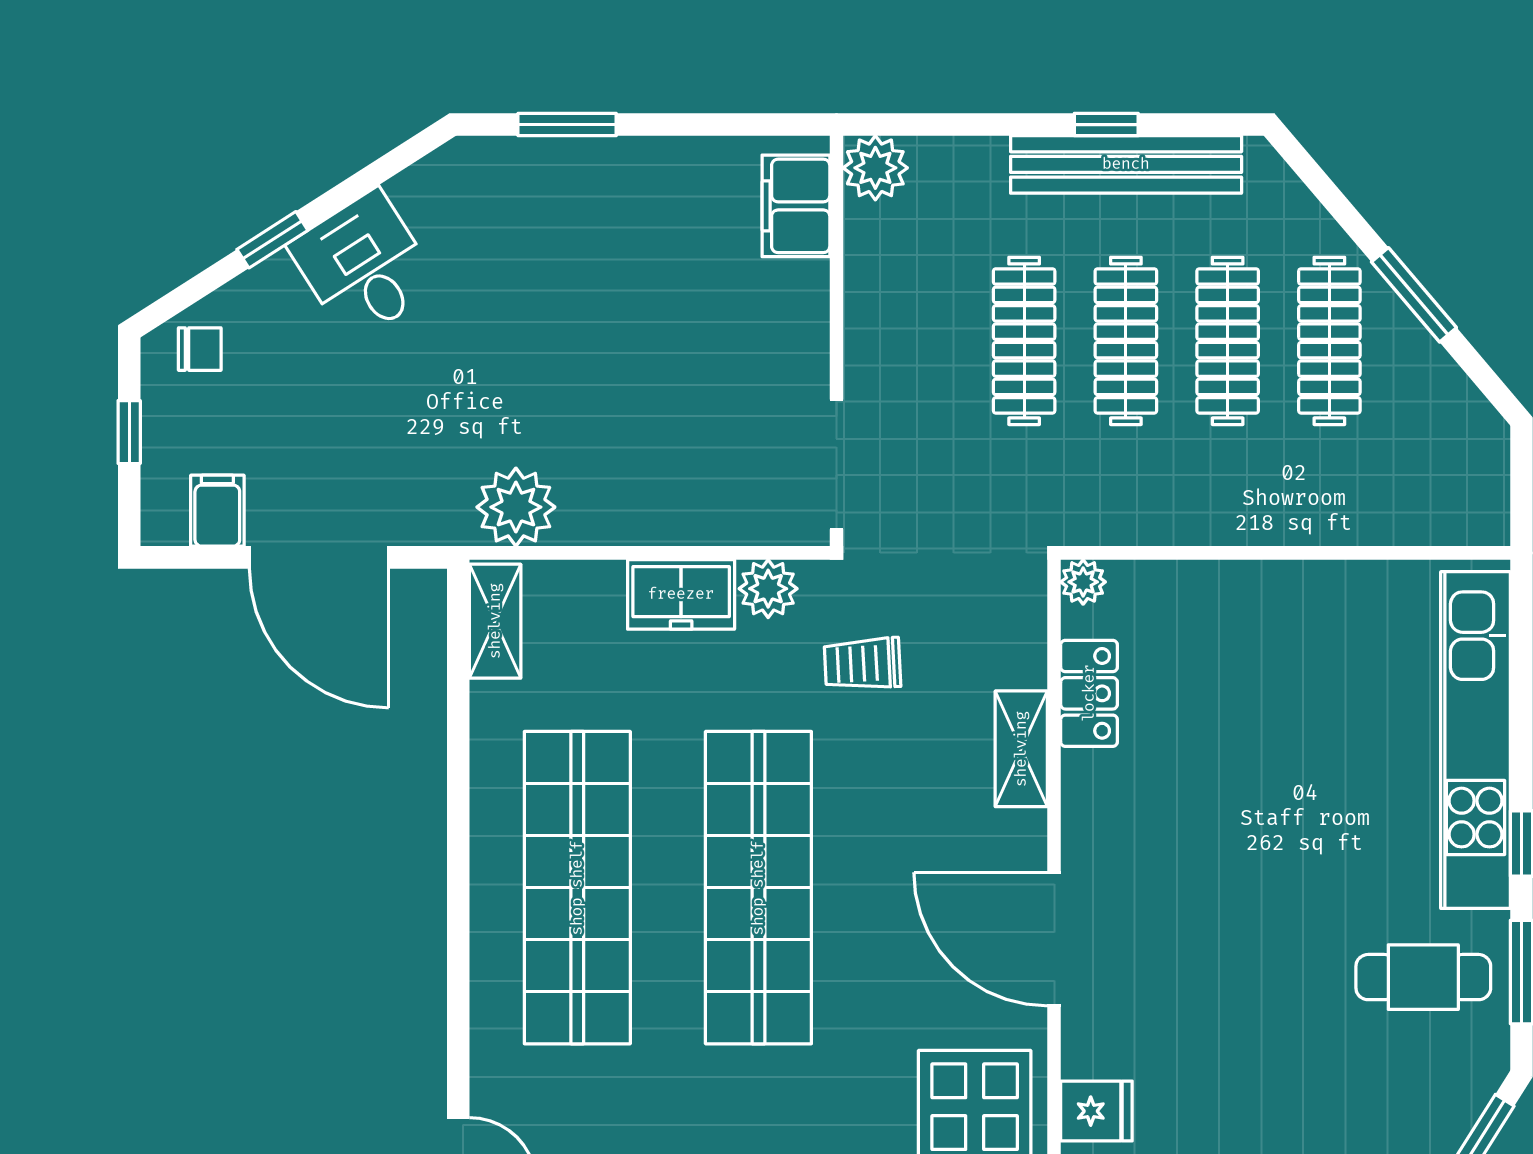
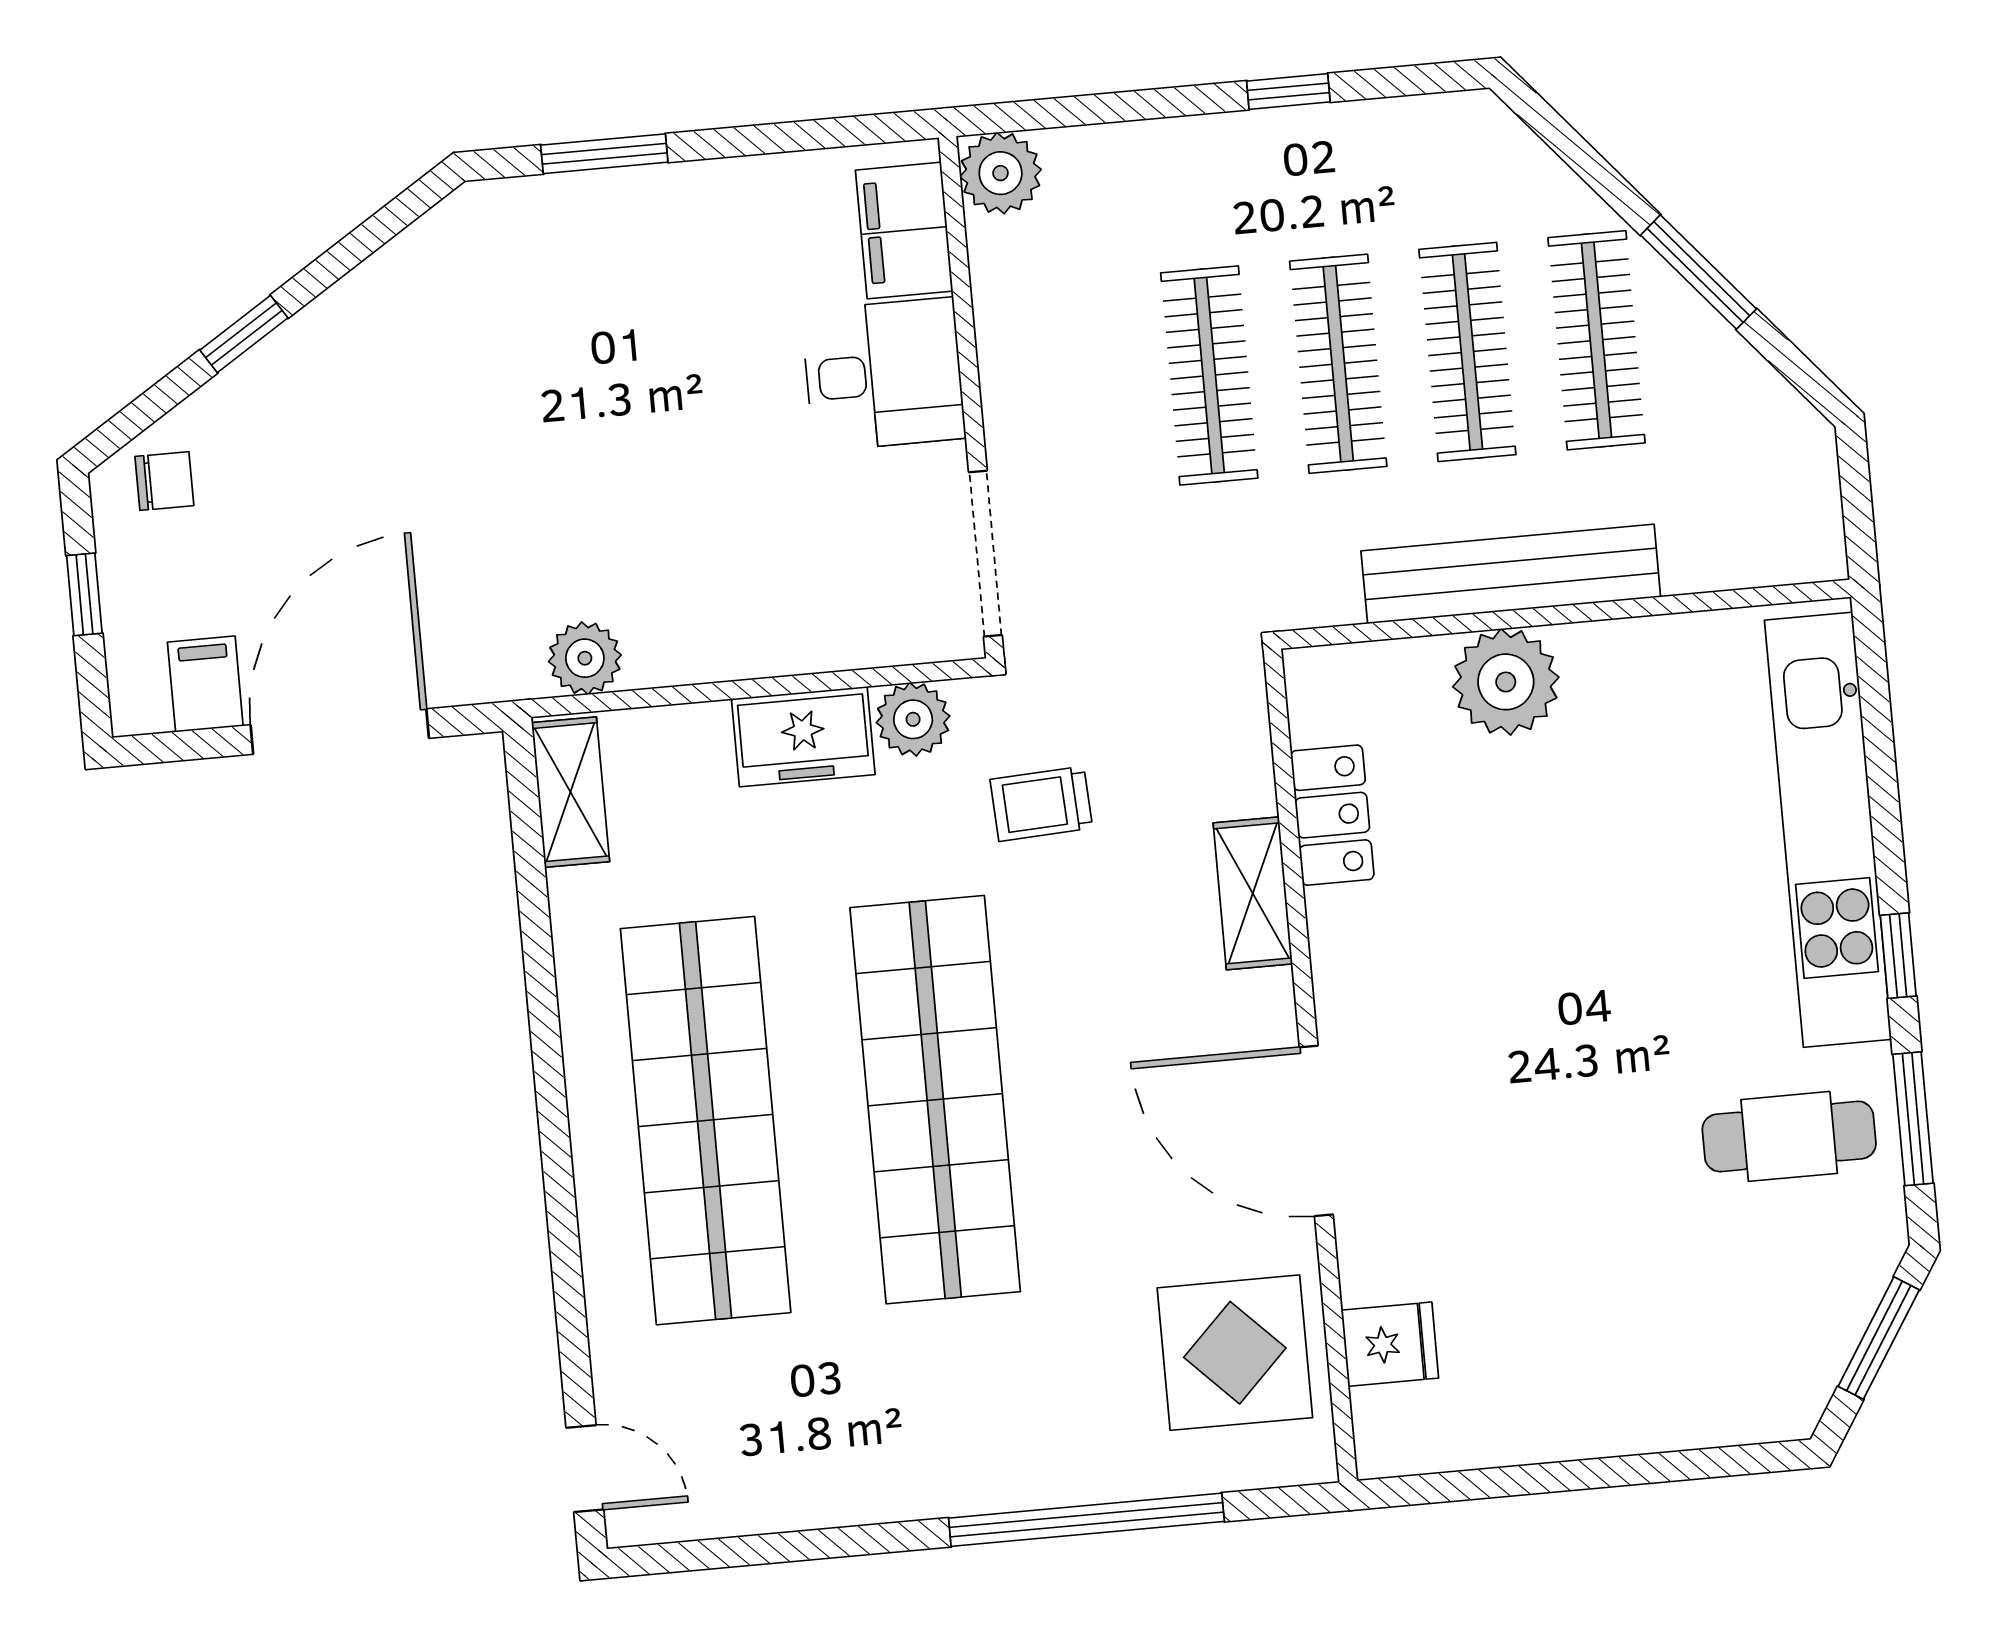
bench: (1126, 164) -> (1511, 574), moved
desk: (364, 266) -> (884, 374), moved, turned 123
plant: (516, 507) -> (585, 658), width x0.73, depth x0.73
door: (319, 557) -> (340, 732), swing flipped
plant: (1083, 582) -> (1506, 682), moved, width x1.88, depth x1.88

